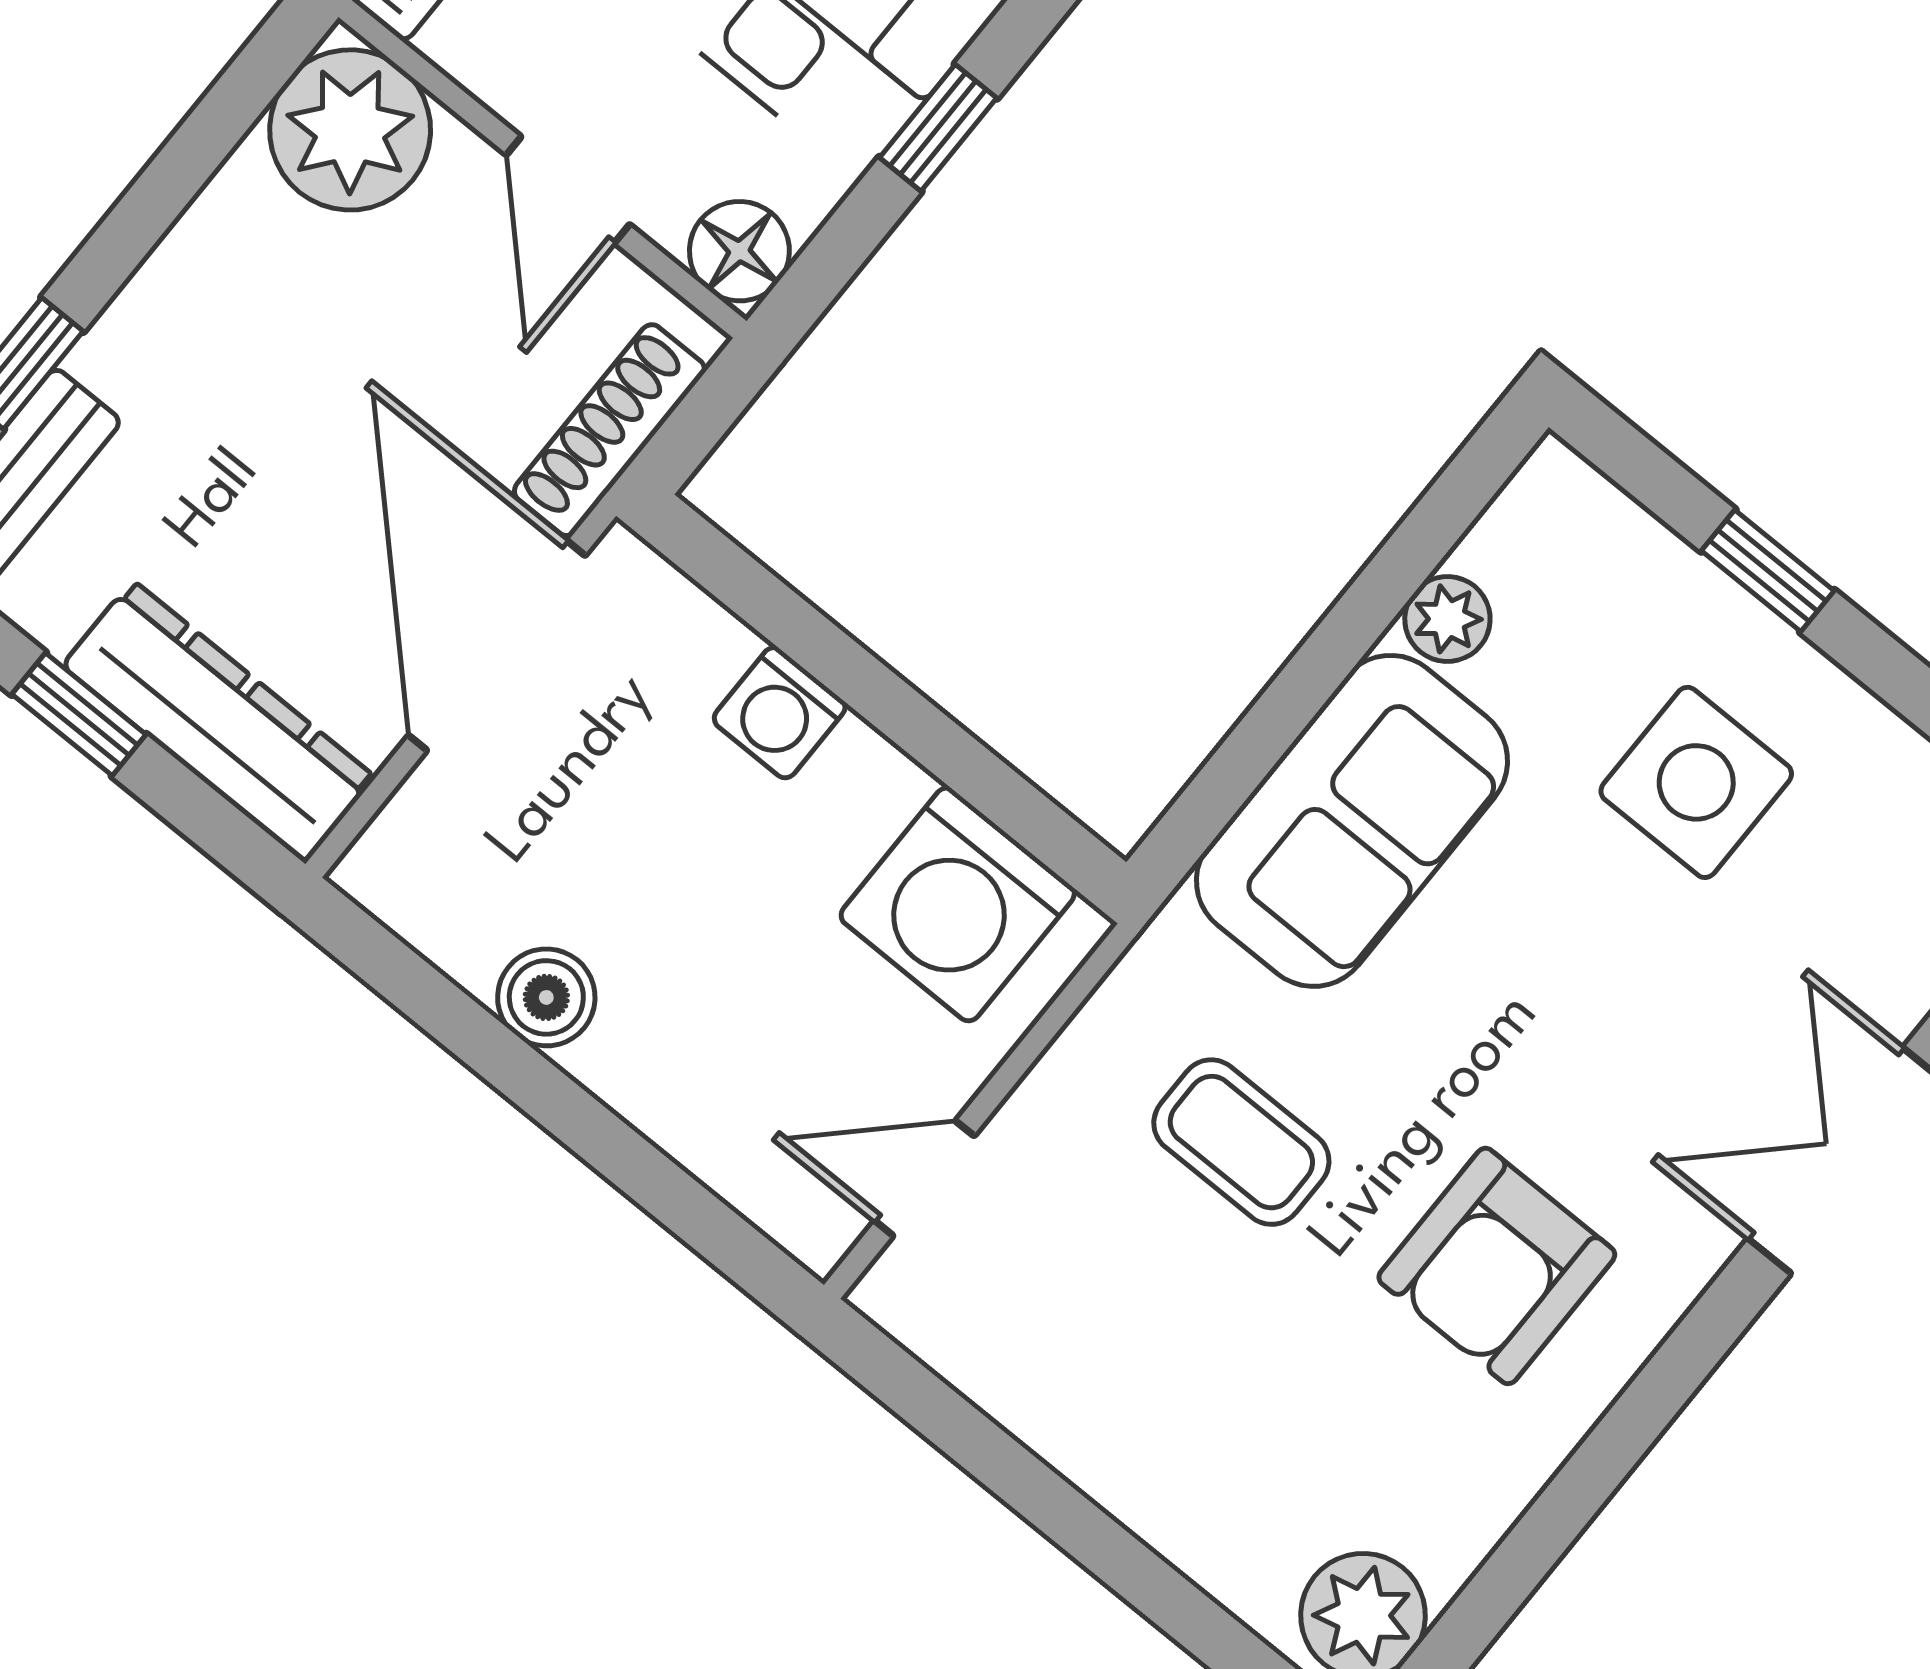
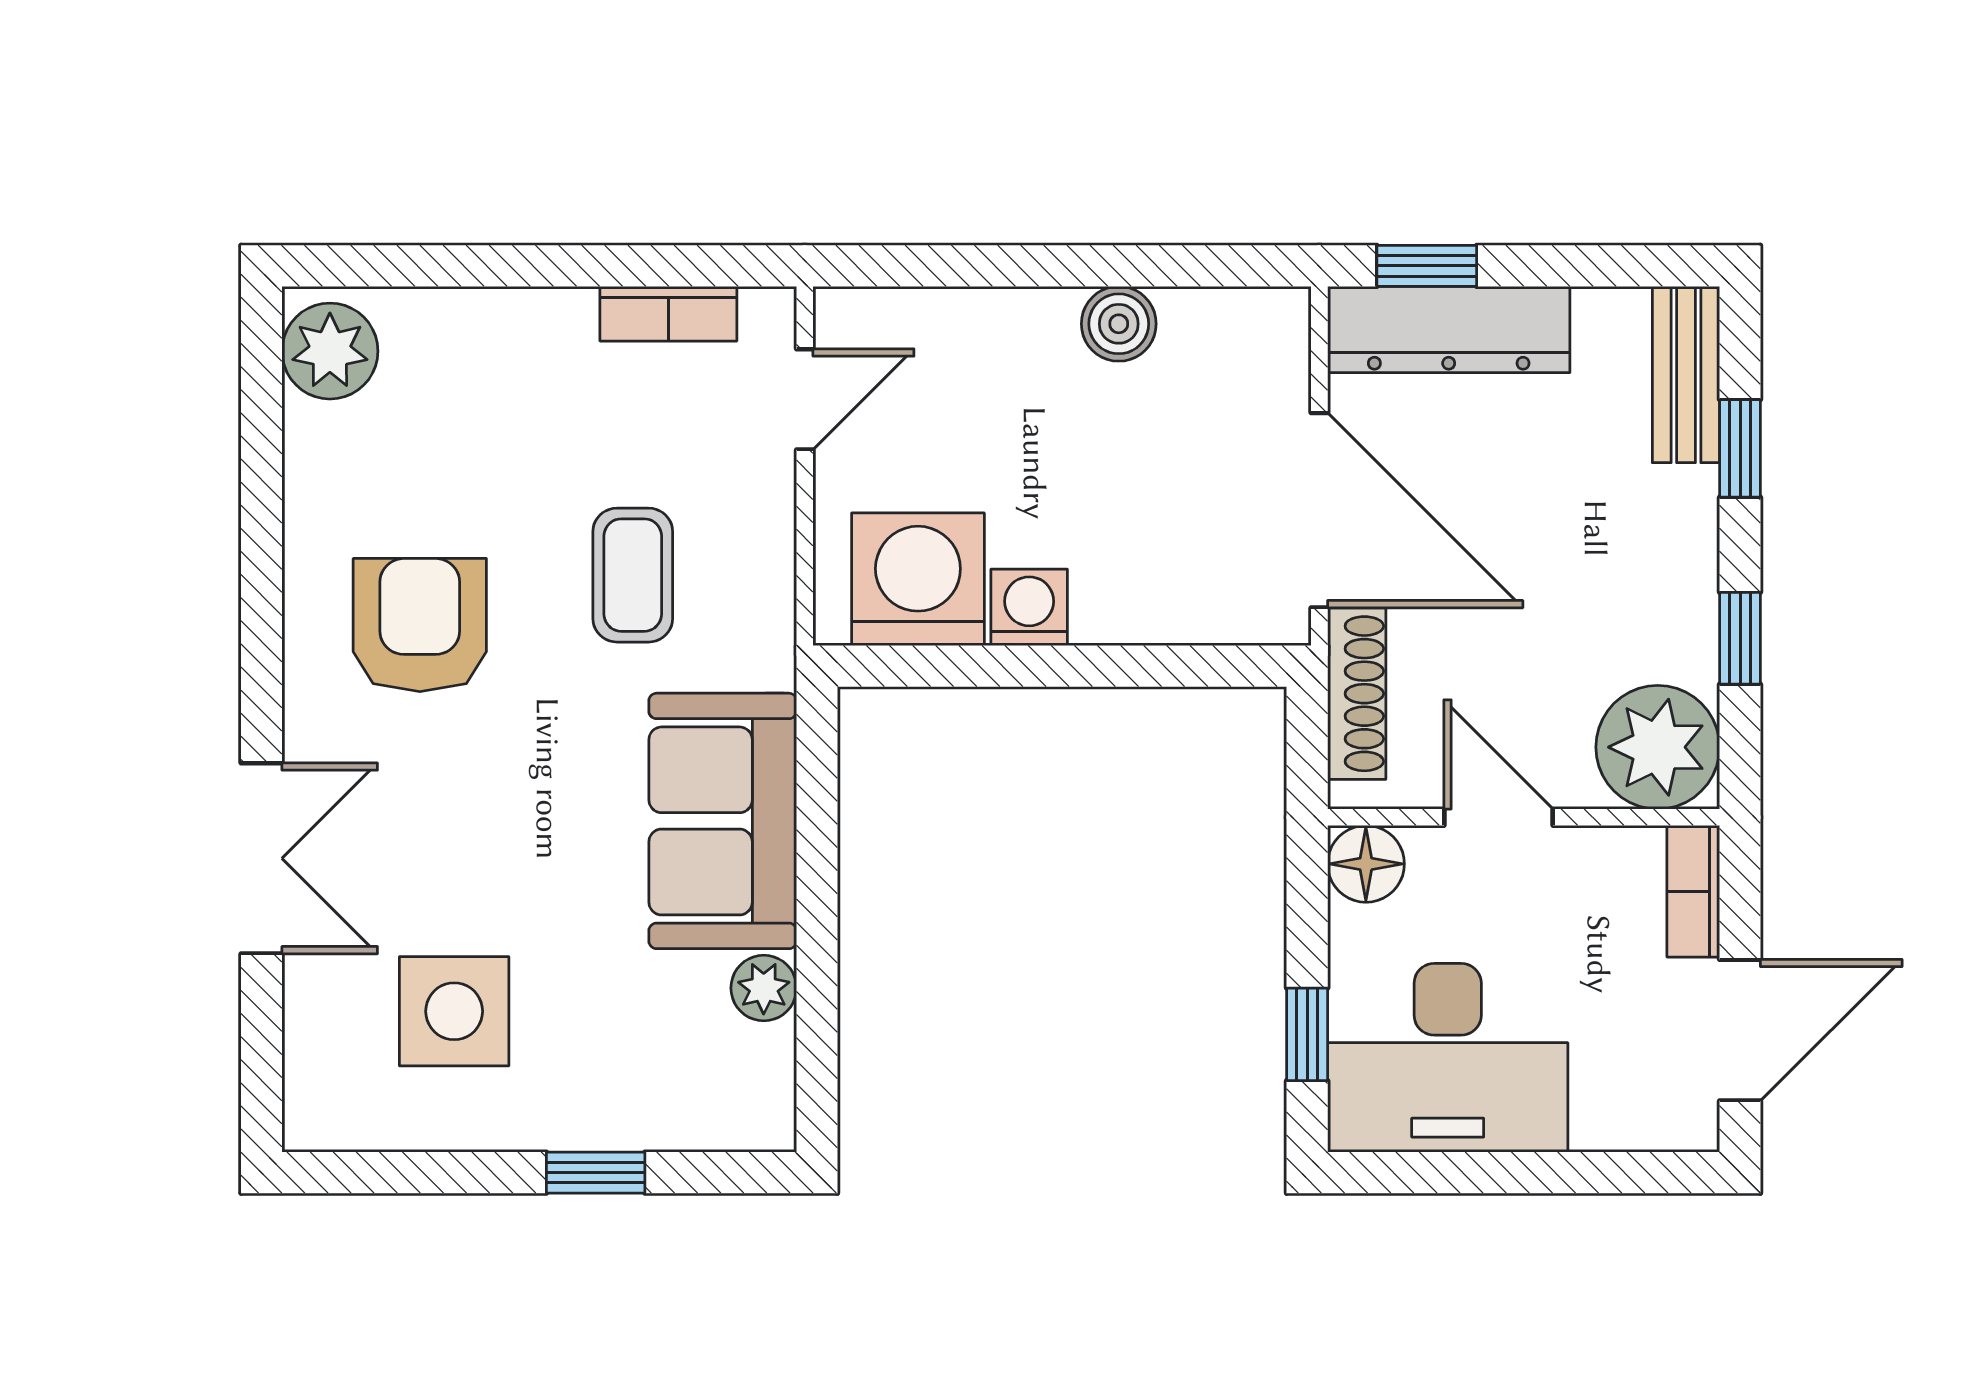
window: (178, 172) -> (1740, 638), added
washing machine: (780, 713) -> (1029, 607), moved
window: (79, 714) -> (1427, 266), moved
side table: (1696, 782) -> (454, 1011), moved
coffee table: (1241, 1142) -> (633, 575), turned 90
bookcase: (992, 1376) -> (668, 314), added

